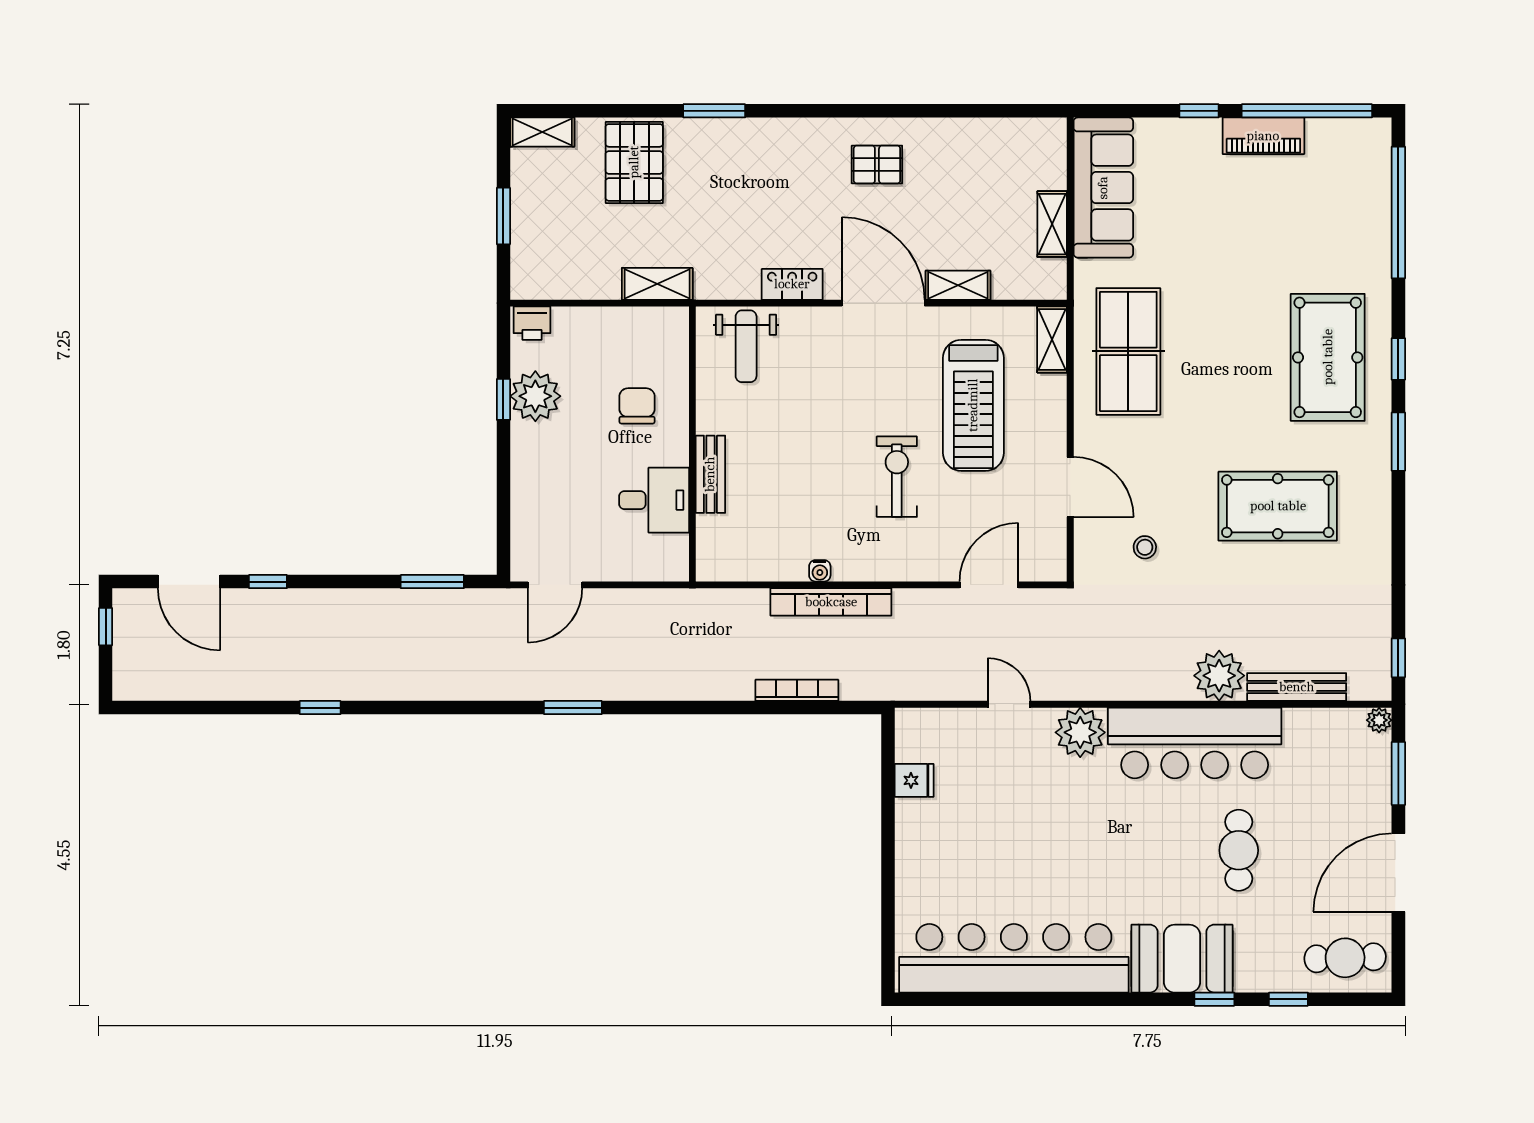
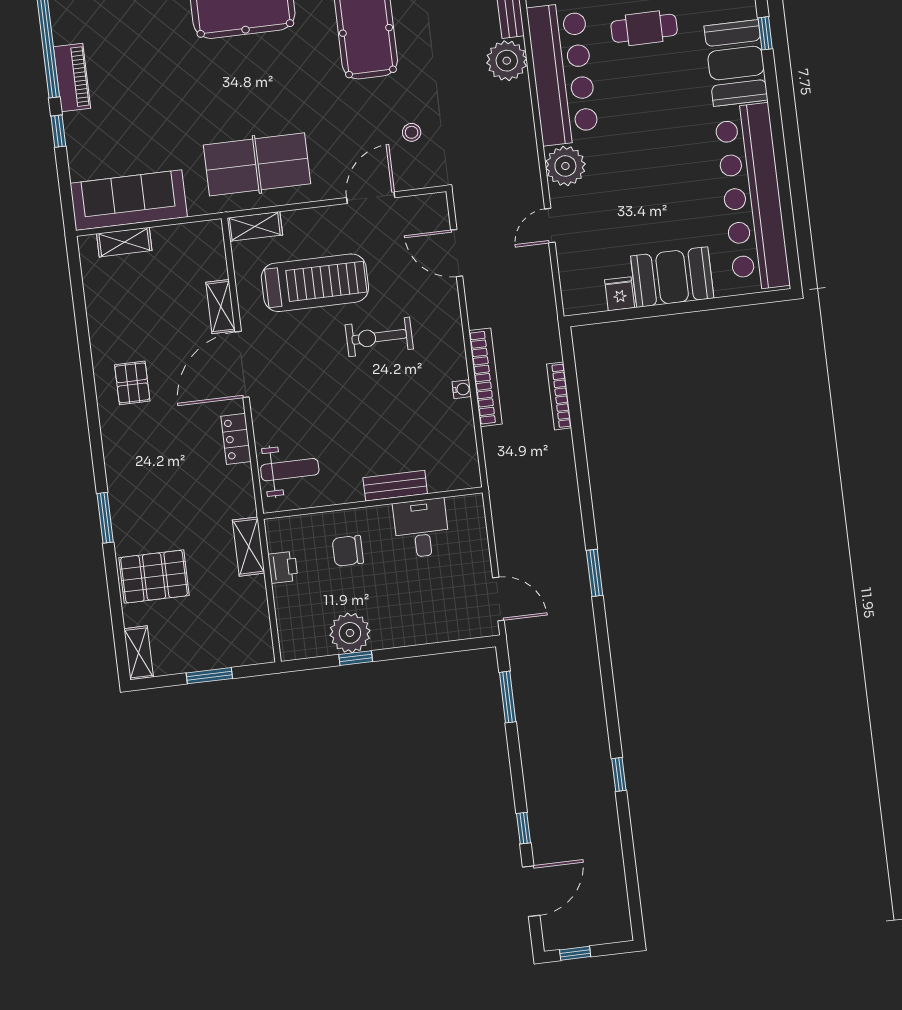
shelving: (1052, 224) -> (124, 242), moved
printer: (532, 323) -> (283, 567), moved
booth: (927, 848) -> (672, 277), added

